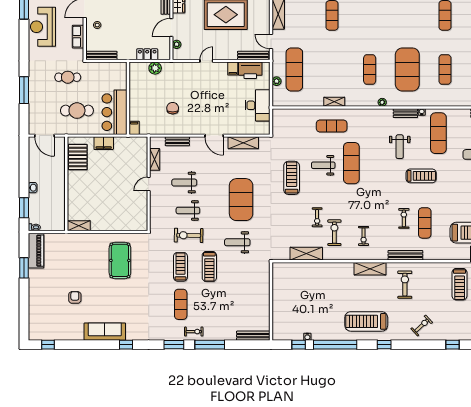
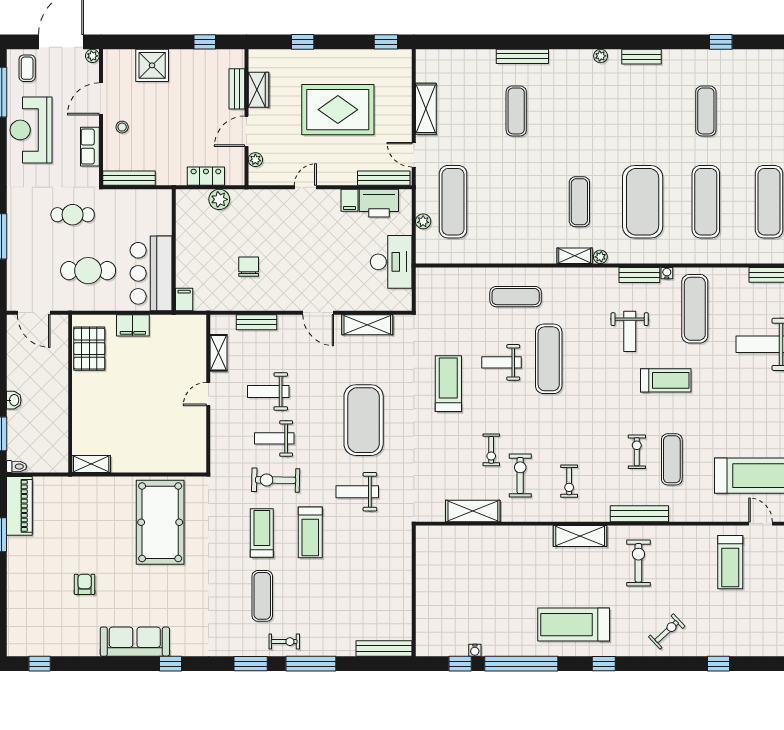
exercise mat: (445, 69) -> (706, 202), width x1.36, depth x1.45
shelving: (334, 102) -> (575, 256), moved
pool table: (120, 260) -> (160, 522), width x1.36, depth x1.32

